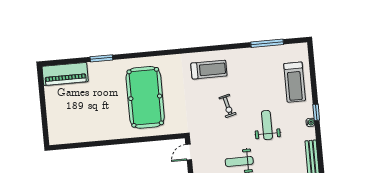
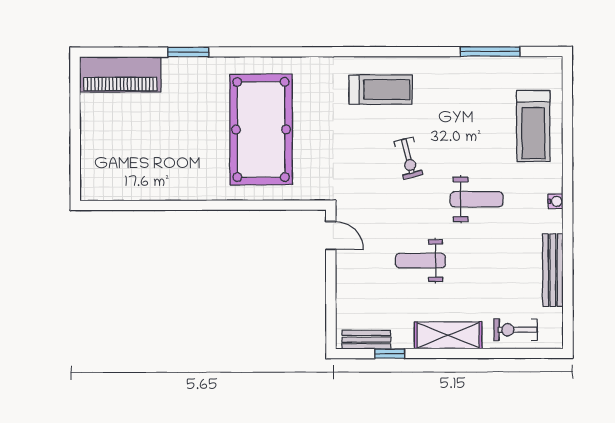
window: (316, 112) -> (568, 184), removed
weight bench: (267, 125) -> (477, 199), turned 90
door: (189, 152) -> (331, 236), swing flipped

